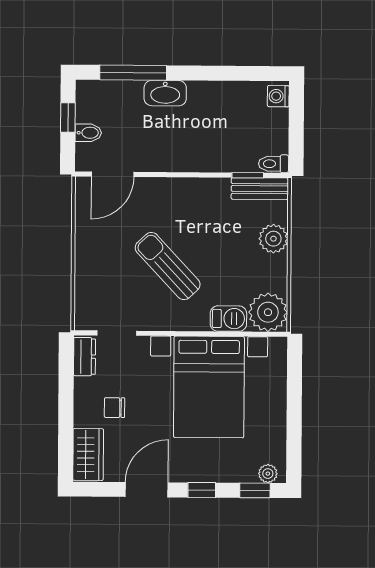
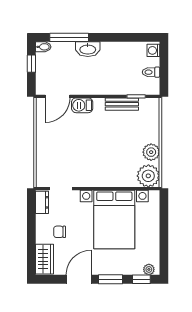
bidet: (88, 133) -> (43, 47), moved
toilet: (274, 164) -> (151, 72), moved
bench: (260, 189) -> (122, 104), moved
plant: (273, 239) -> (151, 152), moved
sun lounger: (168, 266) -> (90, 149), removed
barbecue: (228, 319) -> (82, 105), moved, turned 180
window: (202, 490) -> (111, 279), width x1.50

